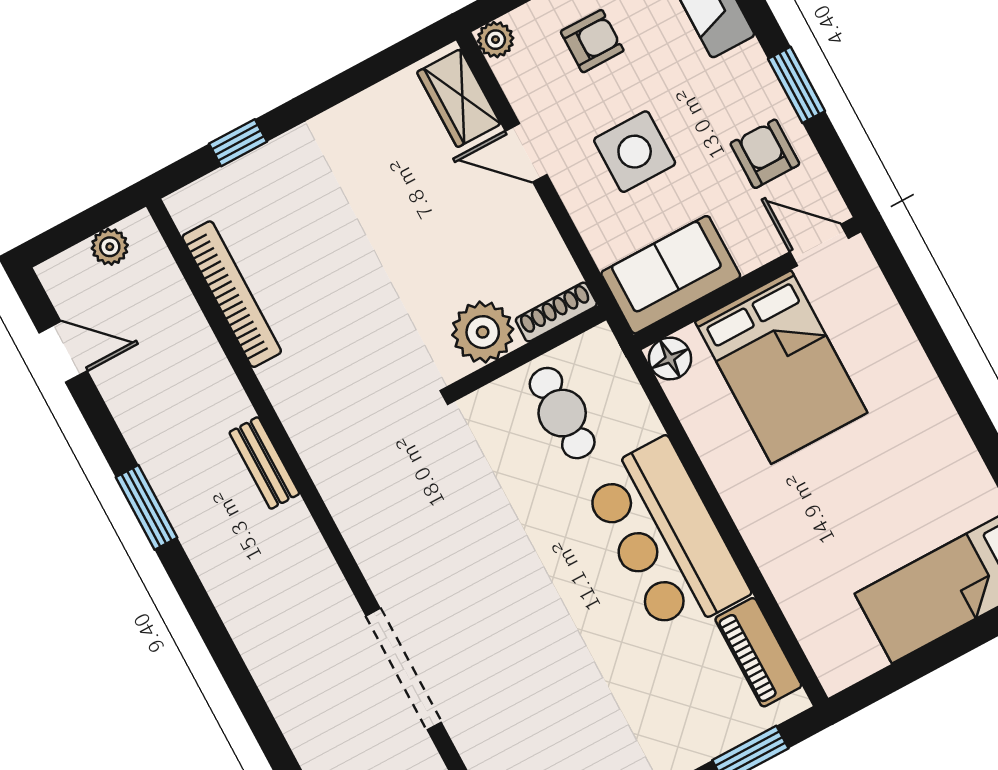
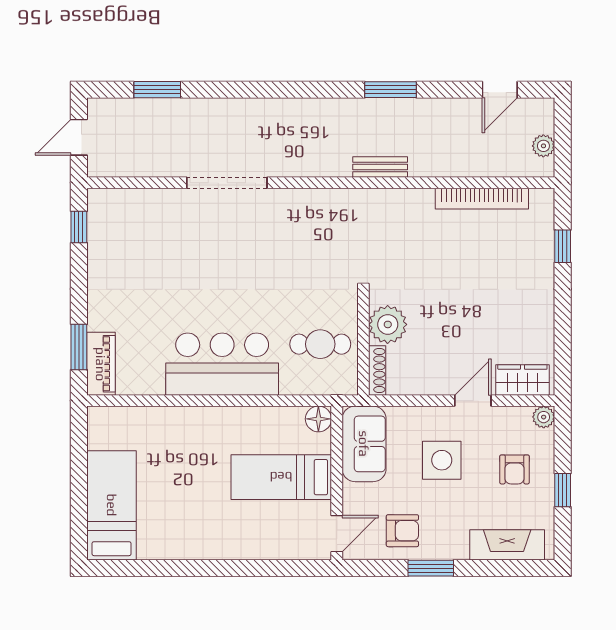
bed: (781, 367) -> (281, 477), width x0.67
piano: (758, 652) -> (101, 364), moved, turned 90

